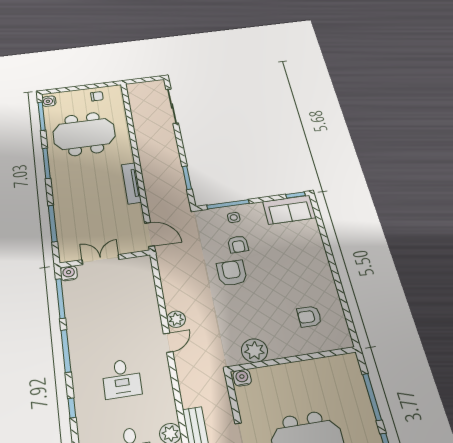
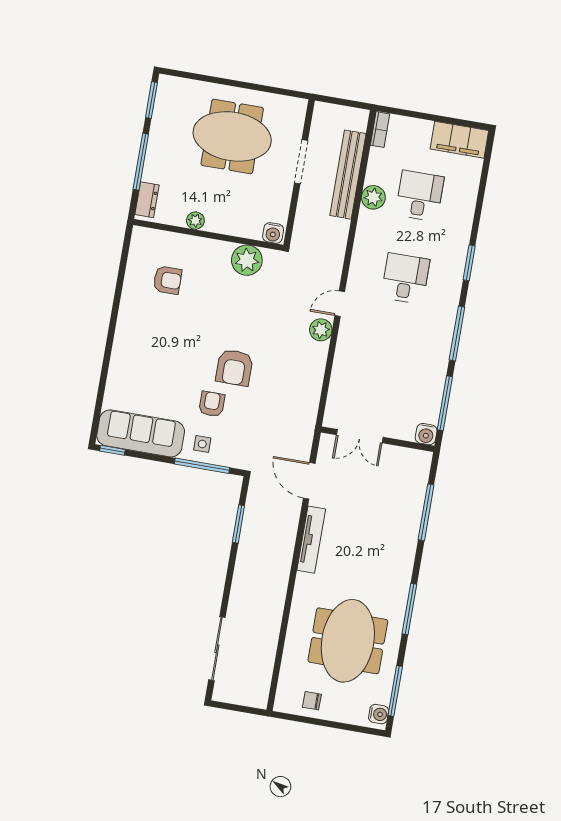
meeting table: (84, 134) -> (348, 641), turned 90
sofa: (289, 210) -> (141, 433), width x1.36
door: (149, 234) -> (309, 481), moved
double door: (101, 260) -> (360, 436), moved
plant: (308, 367) -> (195, 221), added
dresser: (353, 369) -> (147, 200), added
window: (72, 408) -> (469, 263), width x1.50

